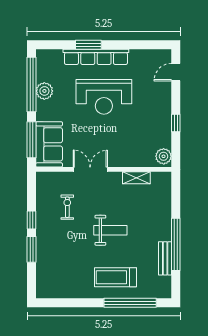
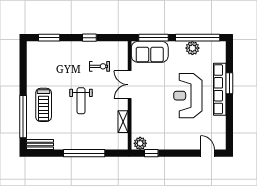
window: (176, 123) -> (151, 153), moved
double door: (90, 169) -> (130, 85), swing flipped
window: (176, 244) -> (84, 153), moved
window: (31, 249) -> (49, 38), moved
bench: (165, 258) -> (40, 145), moved
treadmill: (115, 277) -> (44, 105), turned 180

